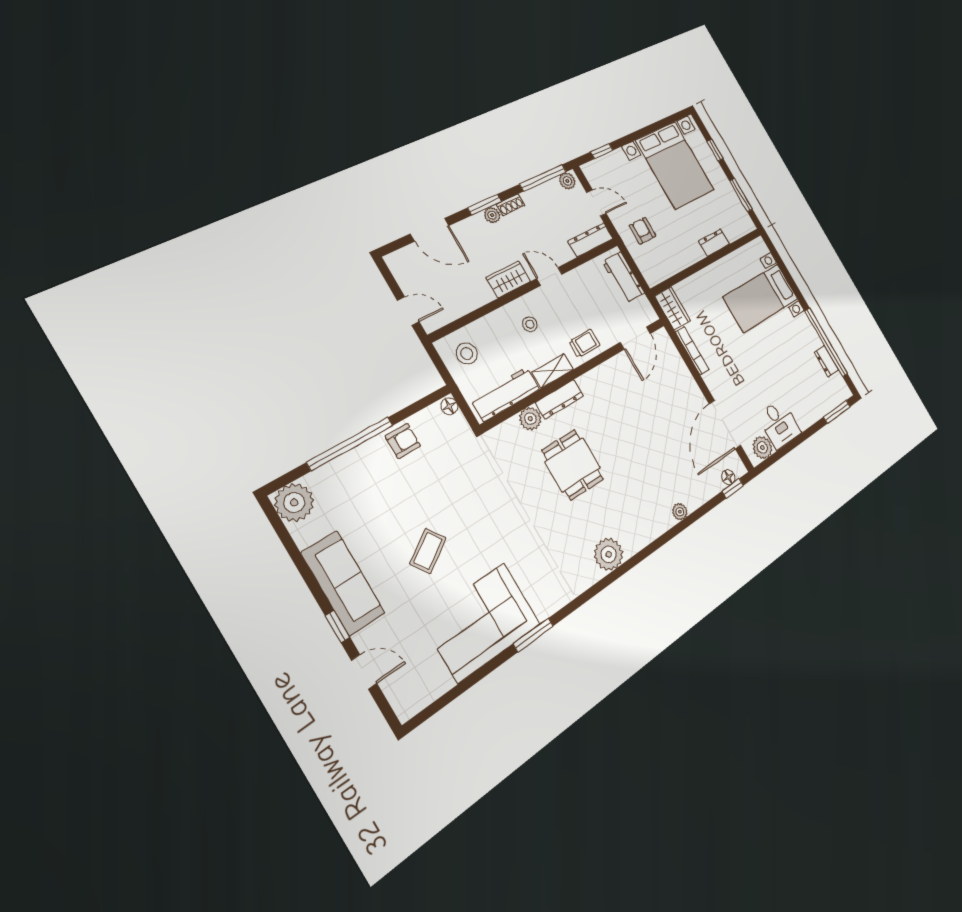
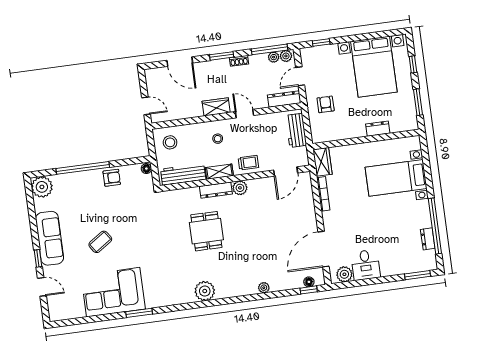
door: (596, 203) -> (300, 76), swing flipped
plant: (492, 215) -> (274, 57), moved
plant: (530, 419) -> (240, 188), moved

